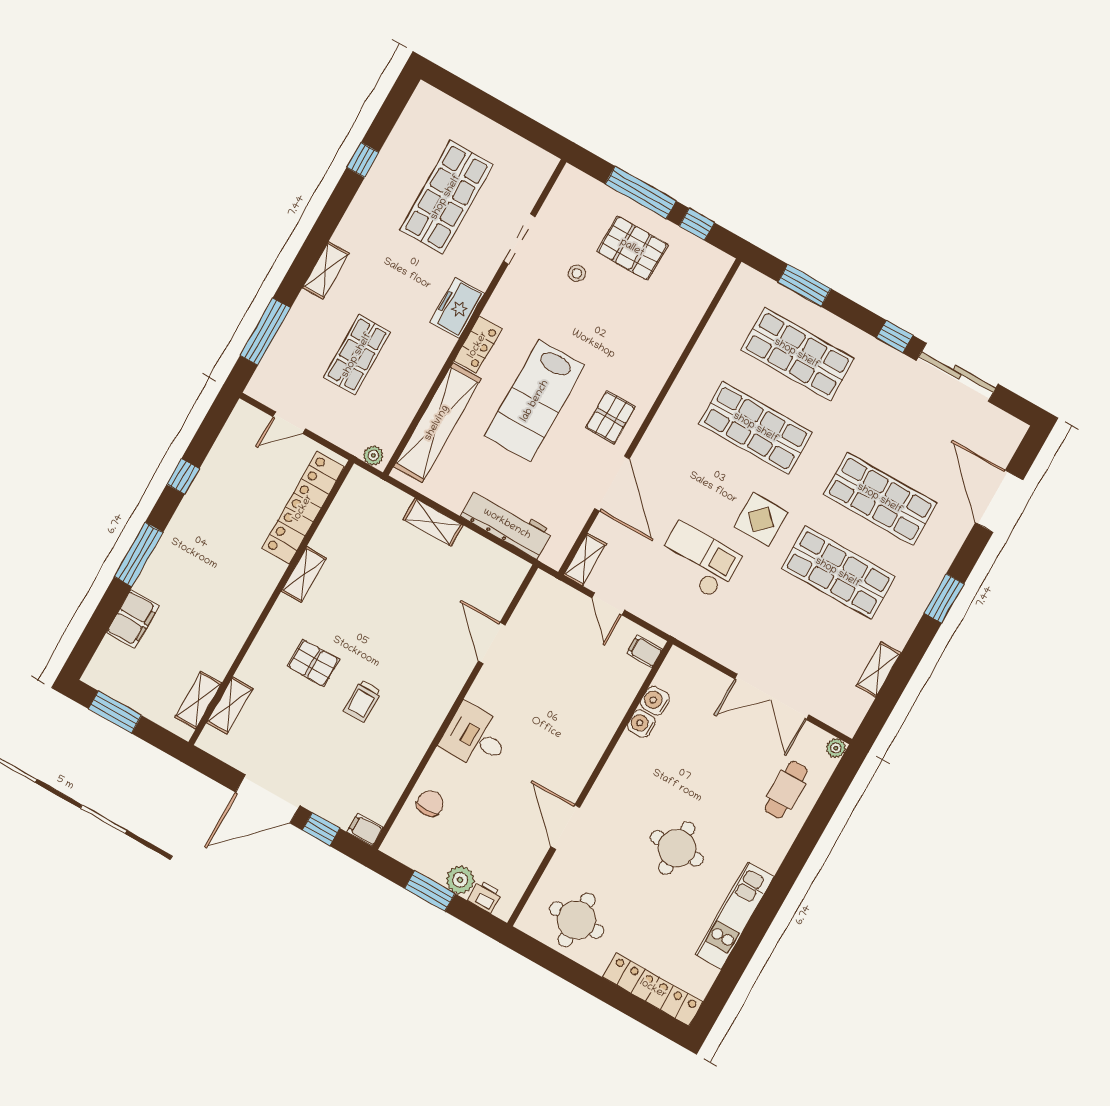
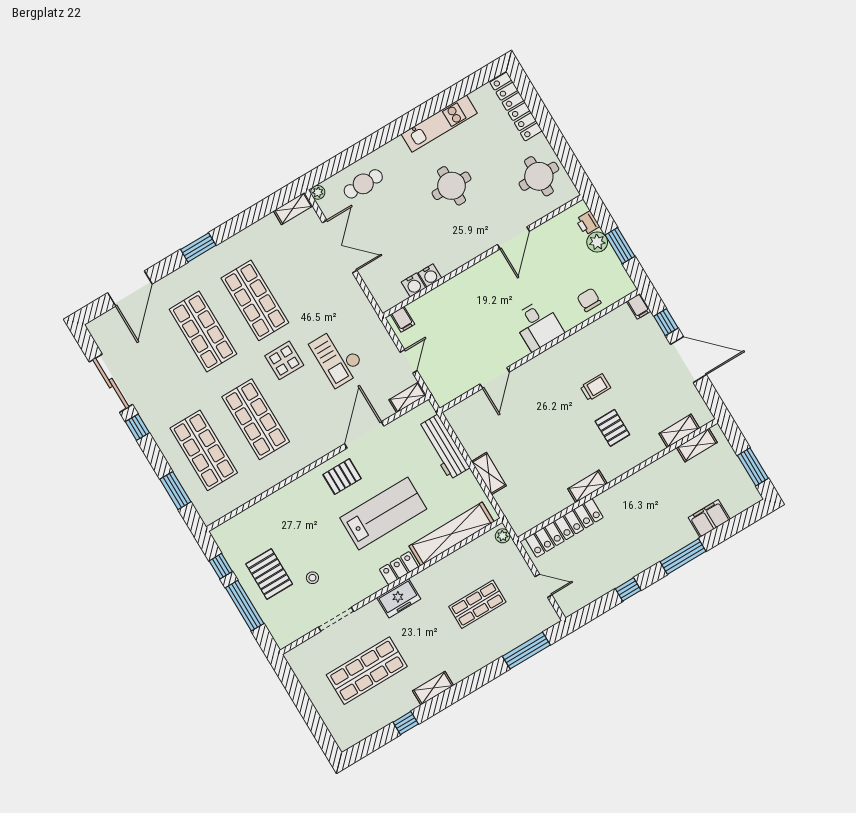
shelving: (326, 270) -> (433, 688), moved
shelving: (879, 669) -> (293, 209), moved
chair: (430, 803) -> (589, 300), turned 90

